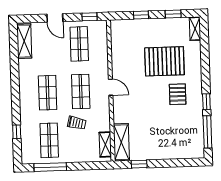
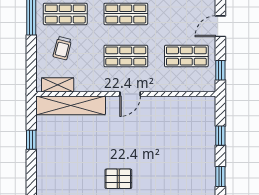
pallet: (164, 61) -> (161, 164), removed
trolley: (77, 123) -> (62, 48), moved
shelving: (121, 142) -> (71, 105), width x1.47
window: (139, 164) -> (31, 140), moved

